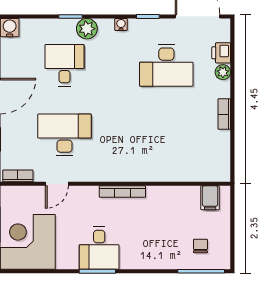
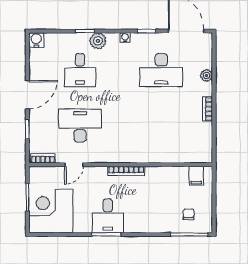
printer: (221, 53) -> (205, 60), removed
desk: (64, 65) -> (80, 70), turned 180

